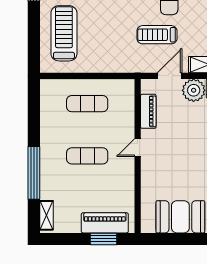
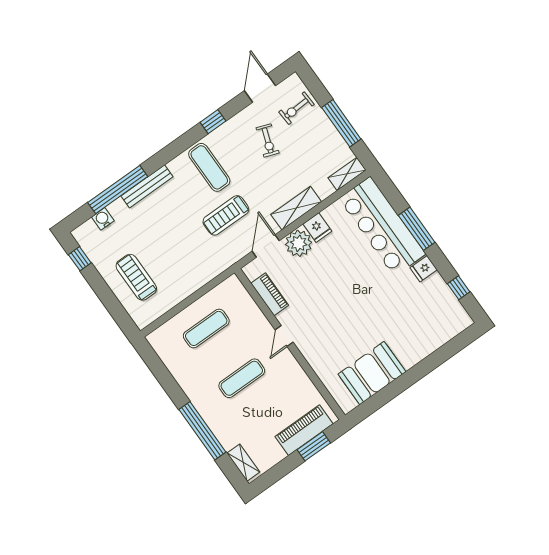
treadmill: (64, 33) -> (136, 277), width x0.73, depth x0.73

